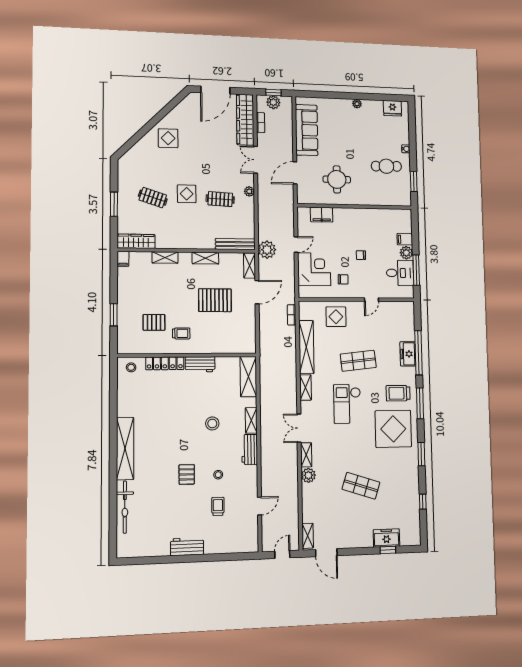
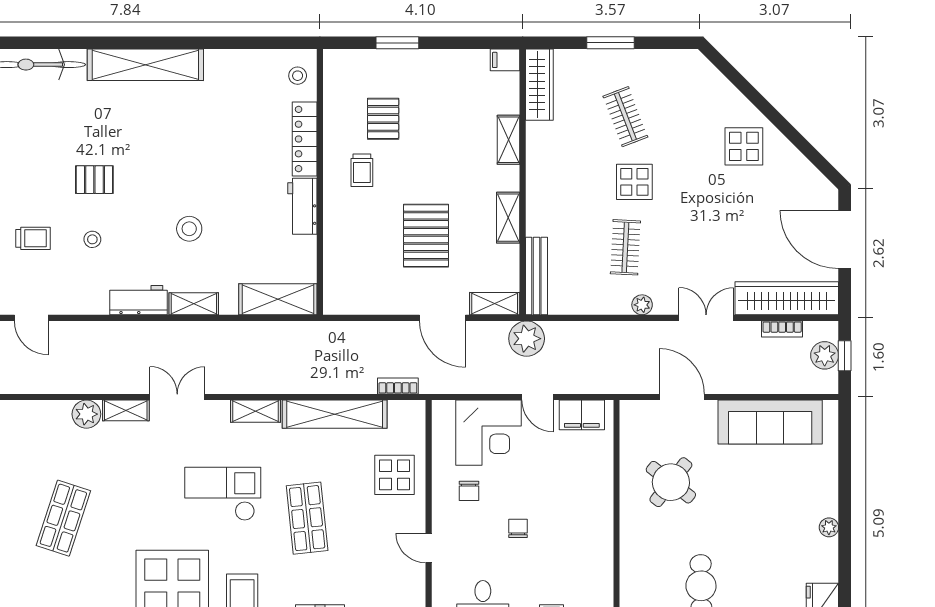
round table: (337, 179) -> (671, 482), turned 38
clothes rail: (153, 198) -> (625, 117), turned -39
filing cabinet: (322, 215) -> (582, 415), moved, turned -90

